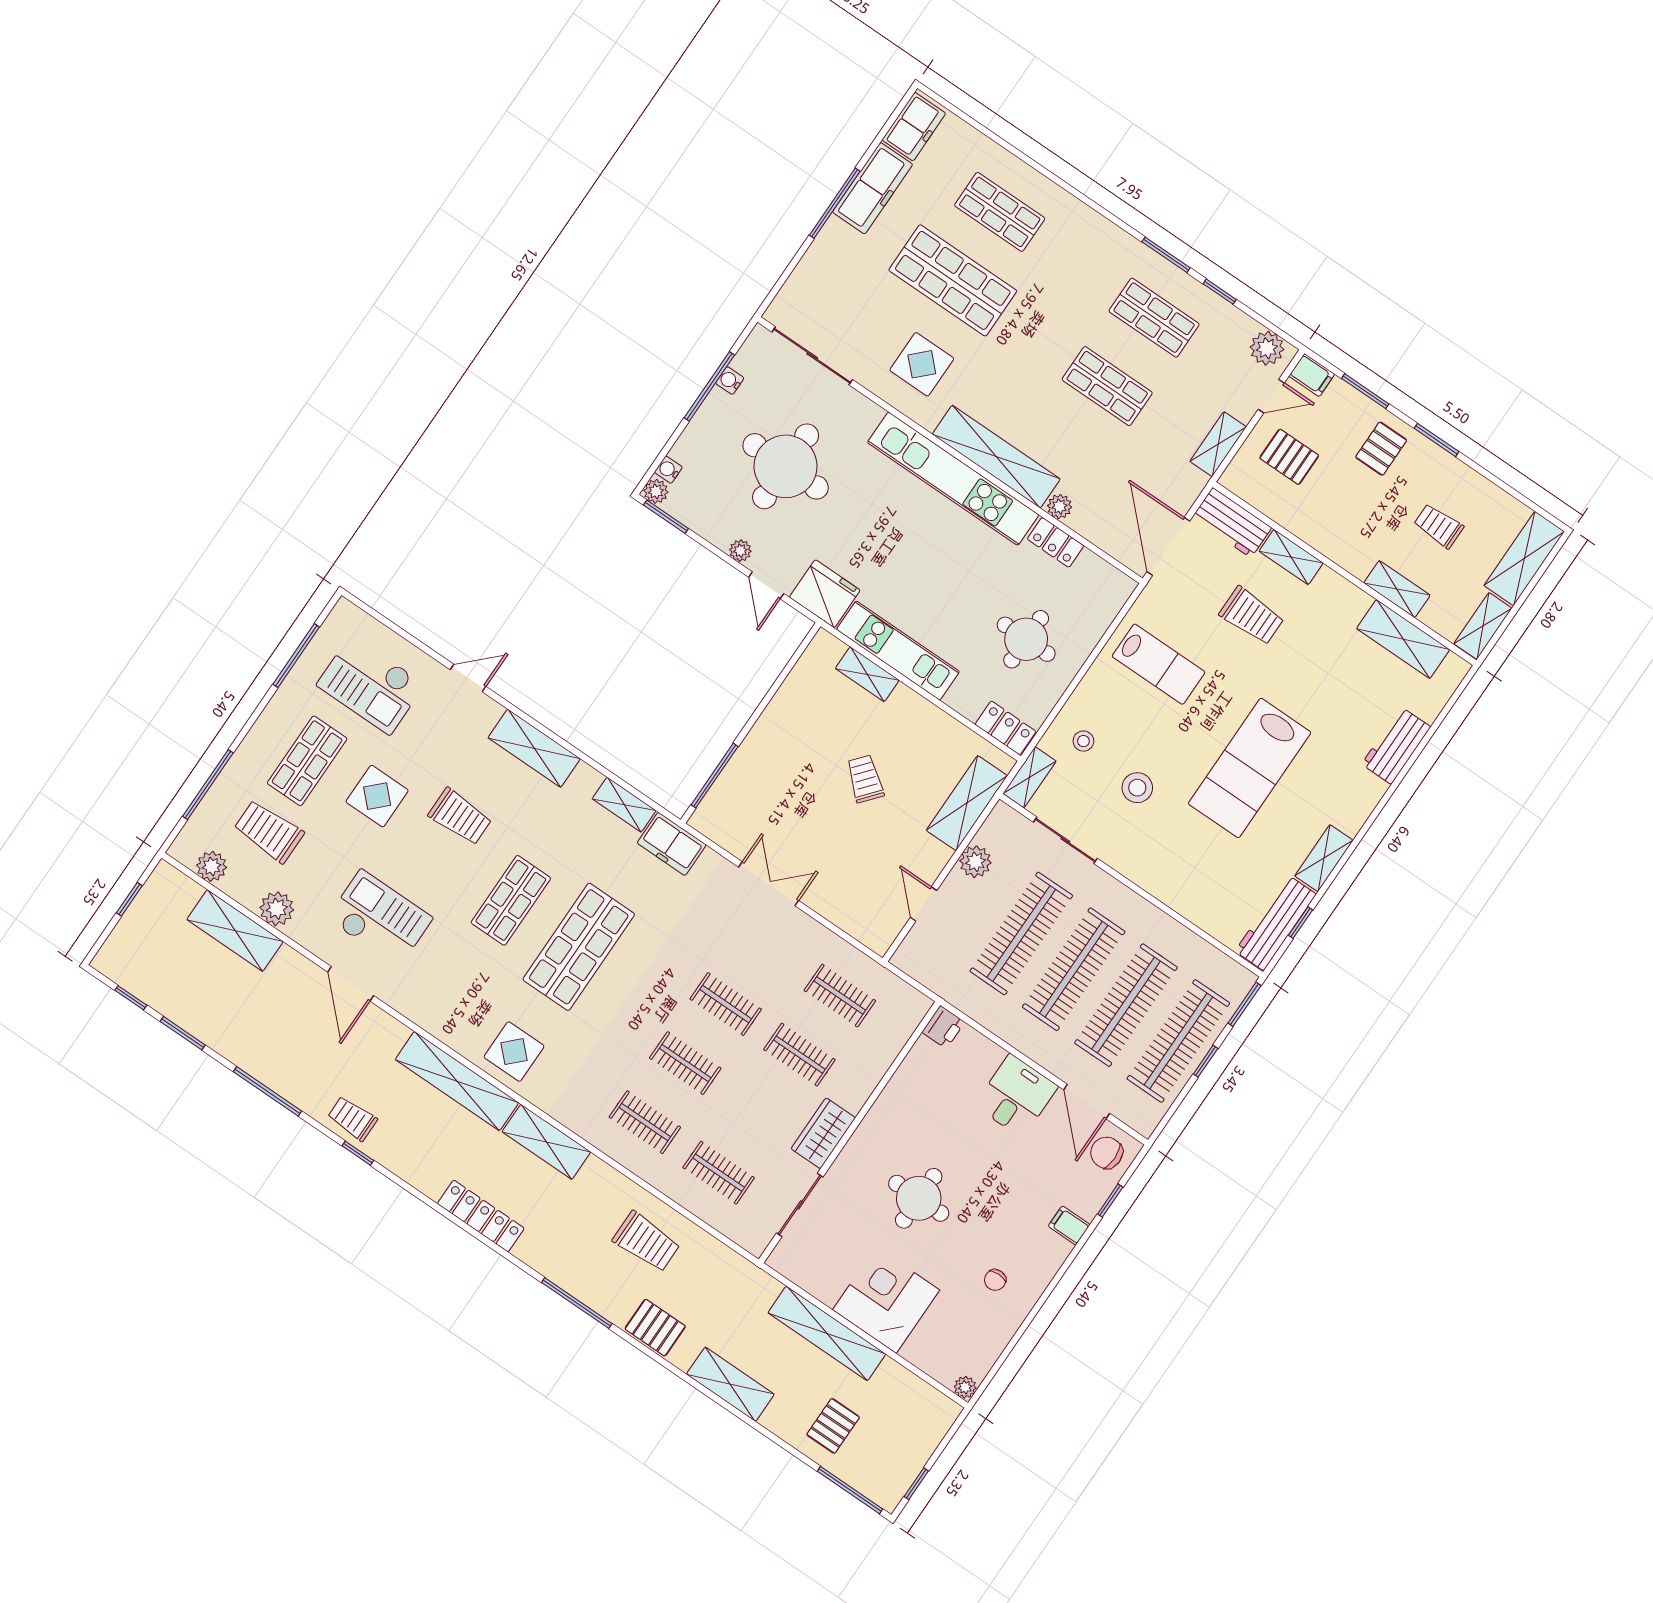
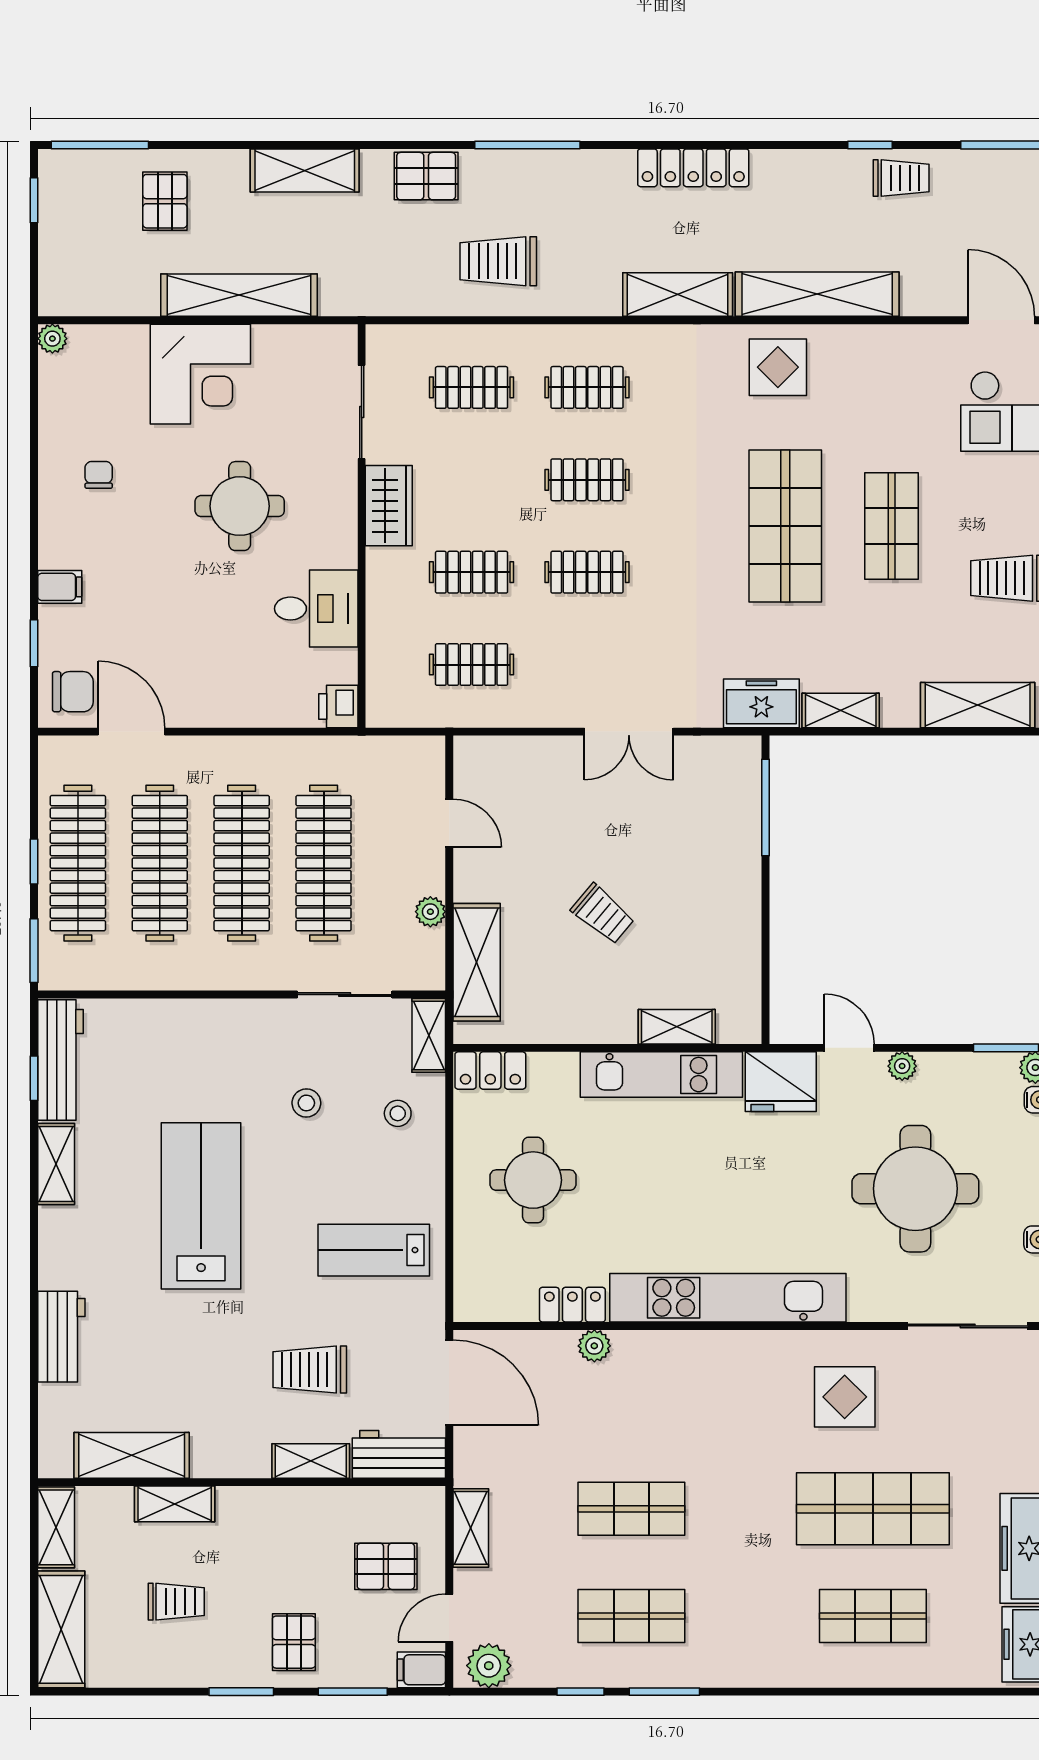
shelving: (996, 457) -> (698, 1353), removed
stool: (1137, 788) -> (306, 1103), width x0.73, depth x0.73
plant: (975, 862) -> (430, 912), width x0.73, depth x0.73
desk: (1016, 1096) -> (316, 609), moved, turned -90

